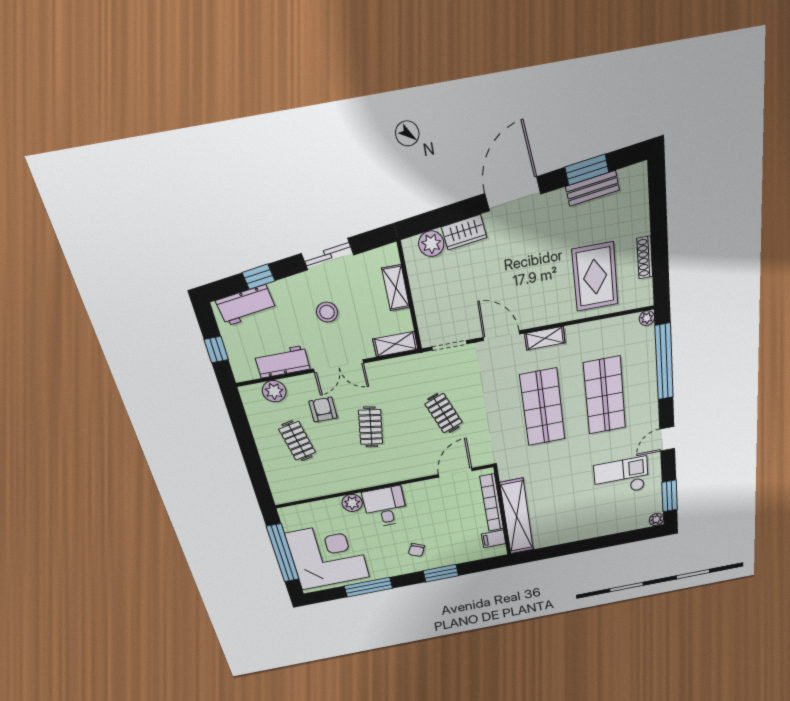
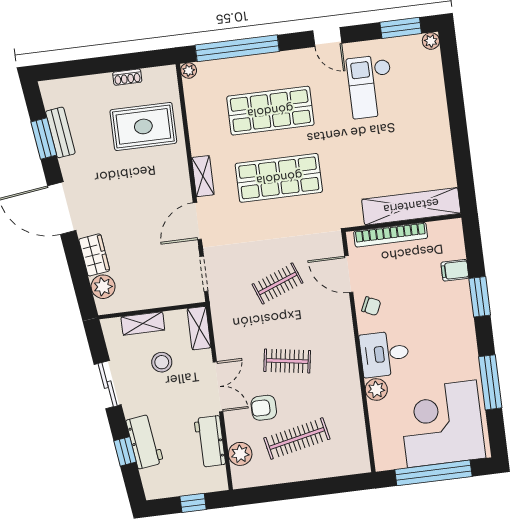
shoe rack: (645, 258) -> (127, 77), width x0.70
workbench: (246, 305) -> (145, 441), moved
stool: (327, 312) -> (162, 362), moved
clothes rail: (297, 441) -> (297, 439), width x1.36
filing cabinet: (494, 539) -> (455, 270), moved, turned 90
chair: (416, 550) -> (371, 306), moved

